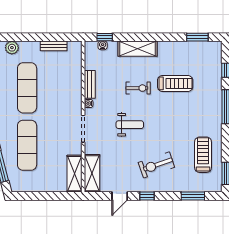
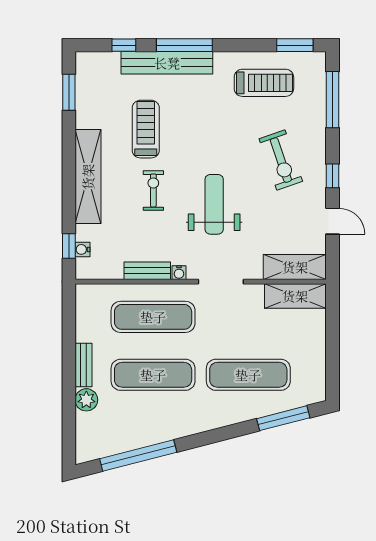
bench: (54, 46) -> (83, 365), moved
shelving: (137, 49) -> (88, 177), width x1.47
exercise mat: (62, 88) -> (153, 317), added
bench: (215, 96) -> (167, 63), added
weight bench: (130, 125) -> (214, 204), width x1.36, depth x1.33
treadmill: (203, 155) -> (264, 83), turned 180
window: (193, 196) -> (332, 100), width x1.44

